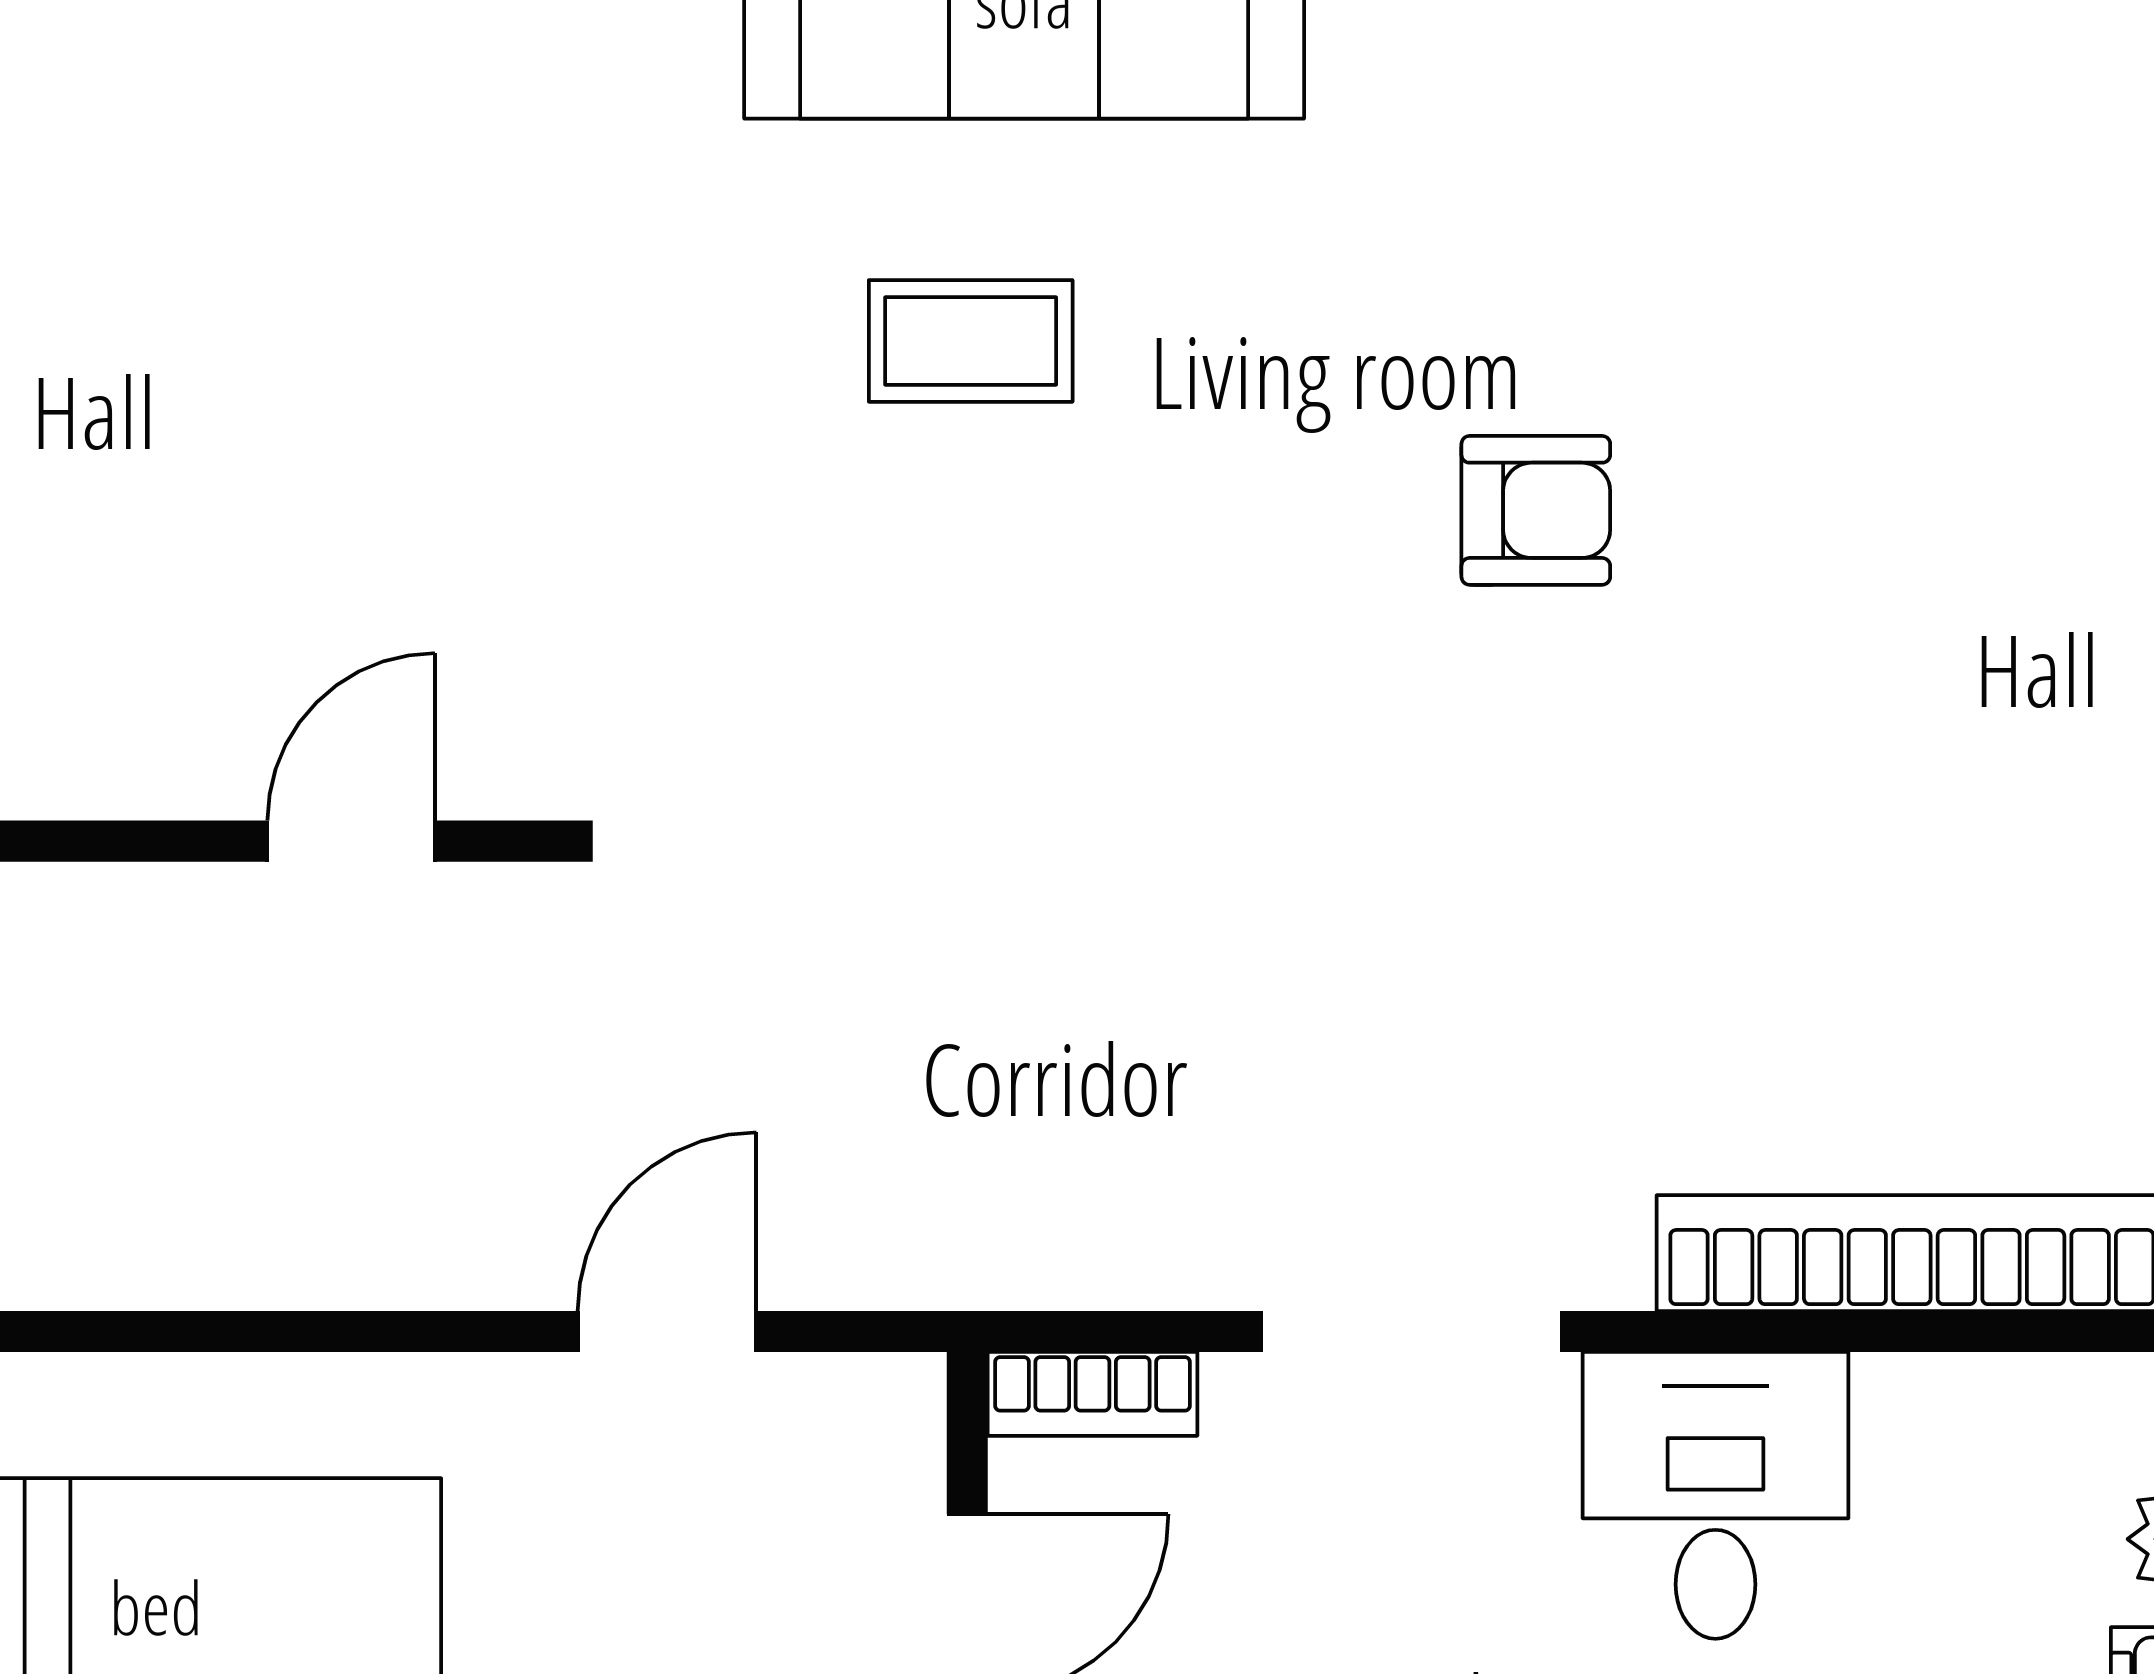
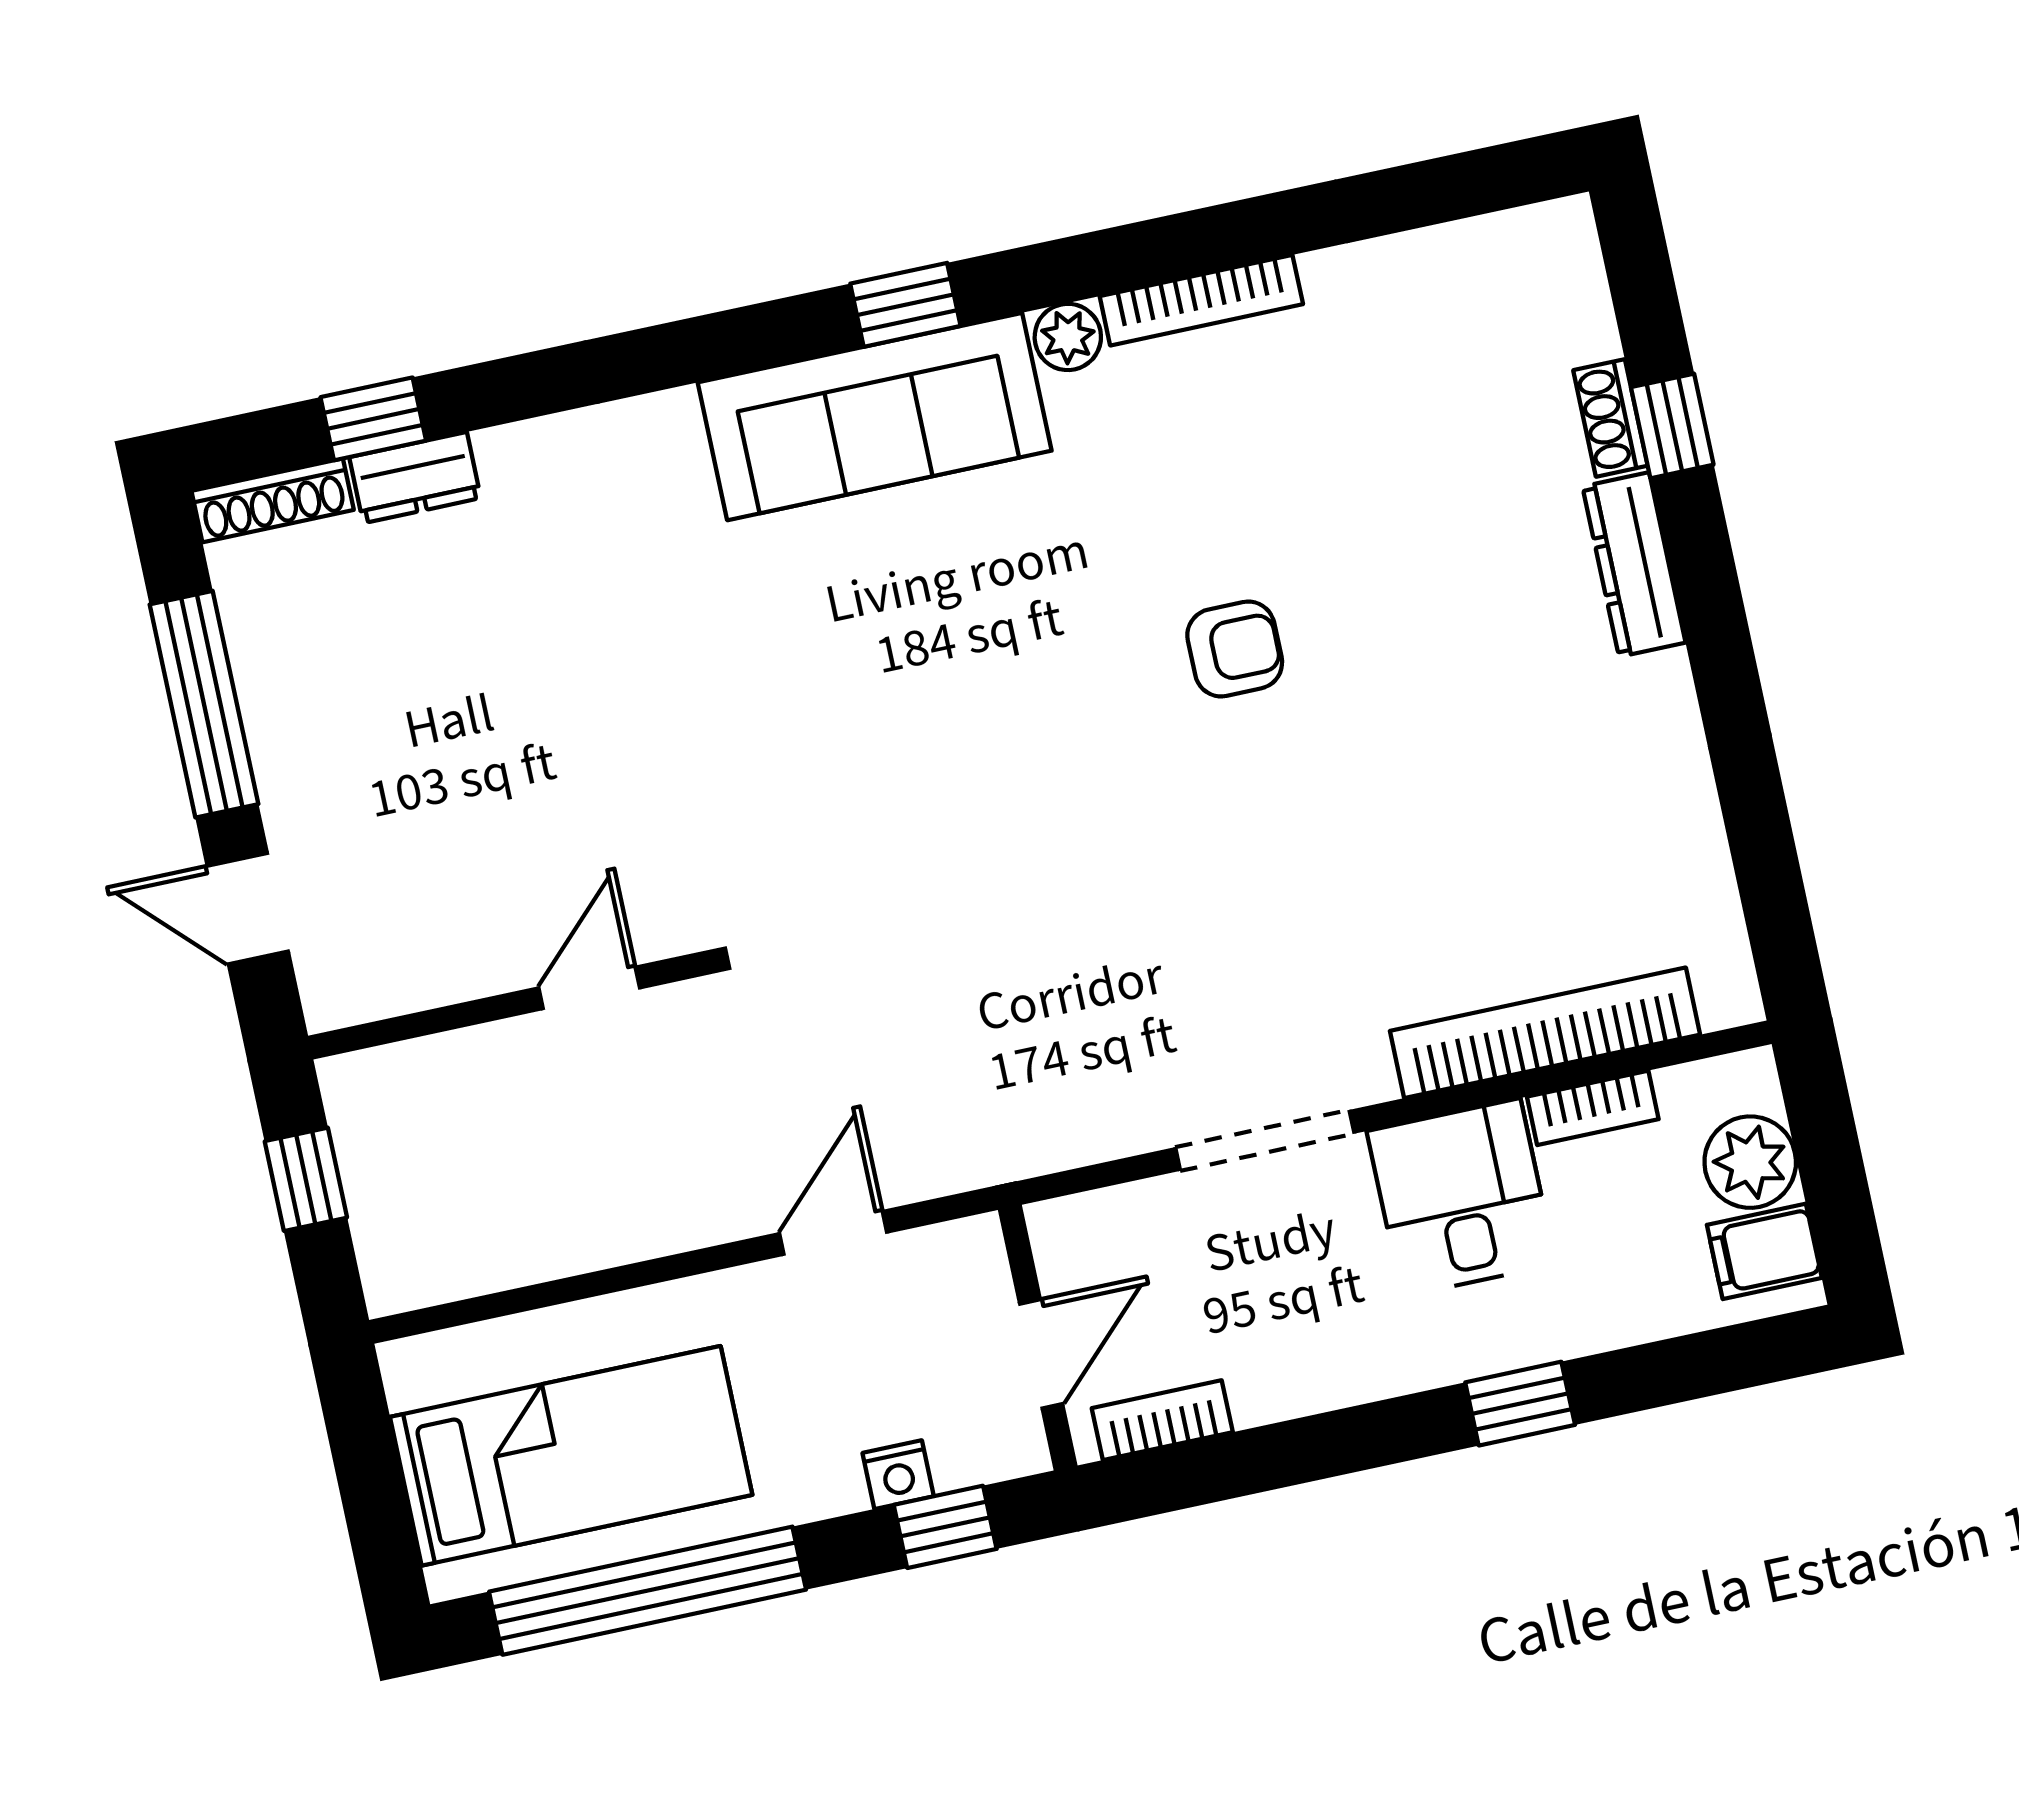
coffee table: (971, 341) -> (886, 621), removed
bookcase: (1093, 1394) -> (1593, 1108), moved

